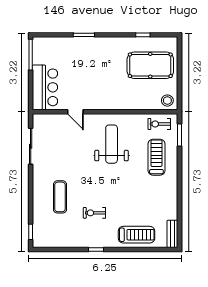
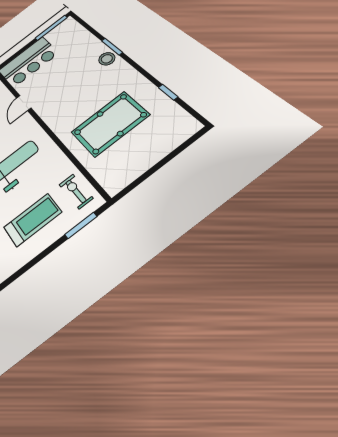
pool table: (150, 65) -> (110, 124), moved, turned 90
stool: (167, 101) -> (107, 59), moved

